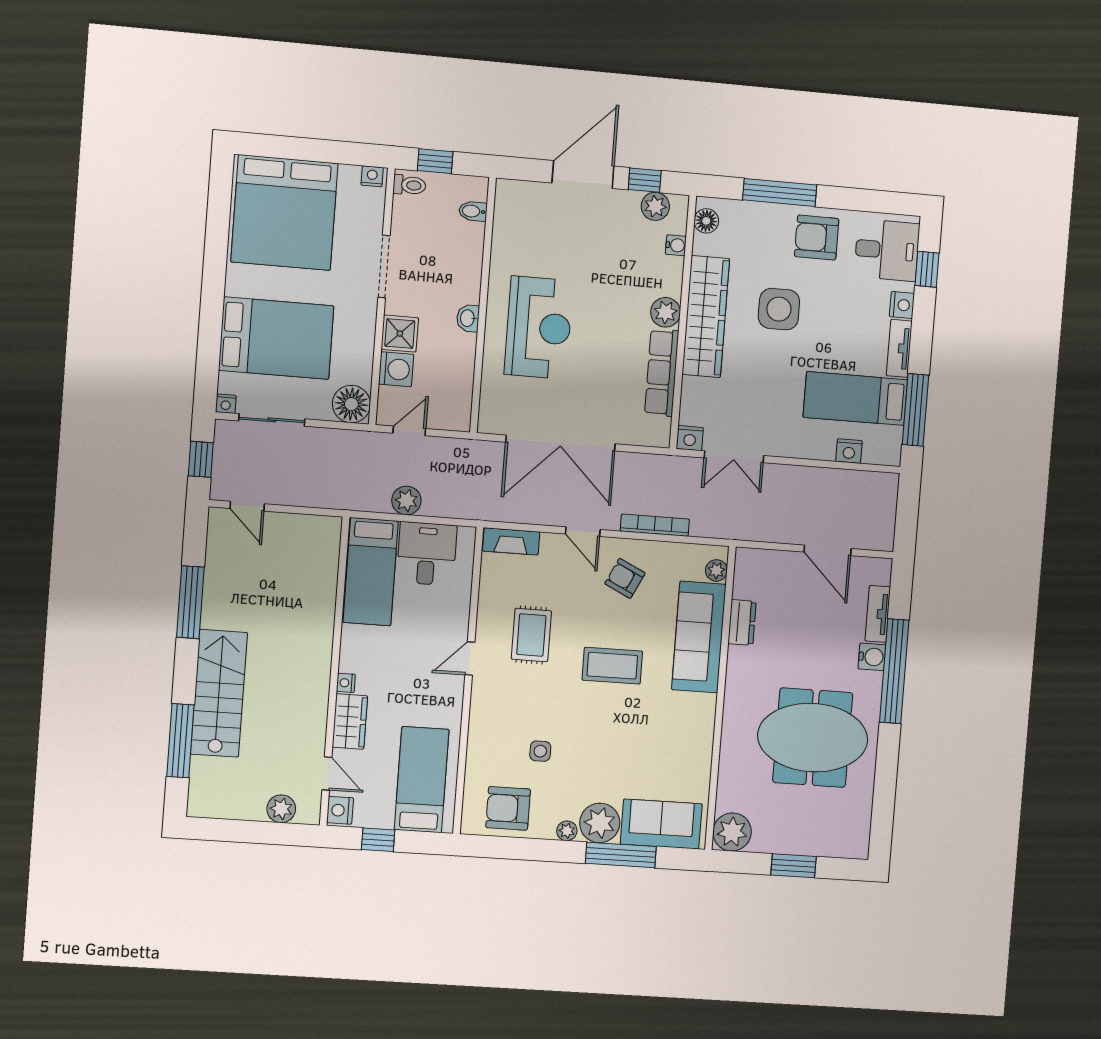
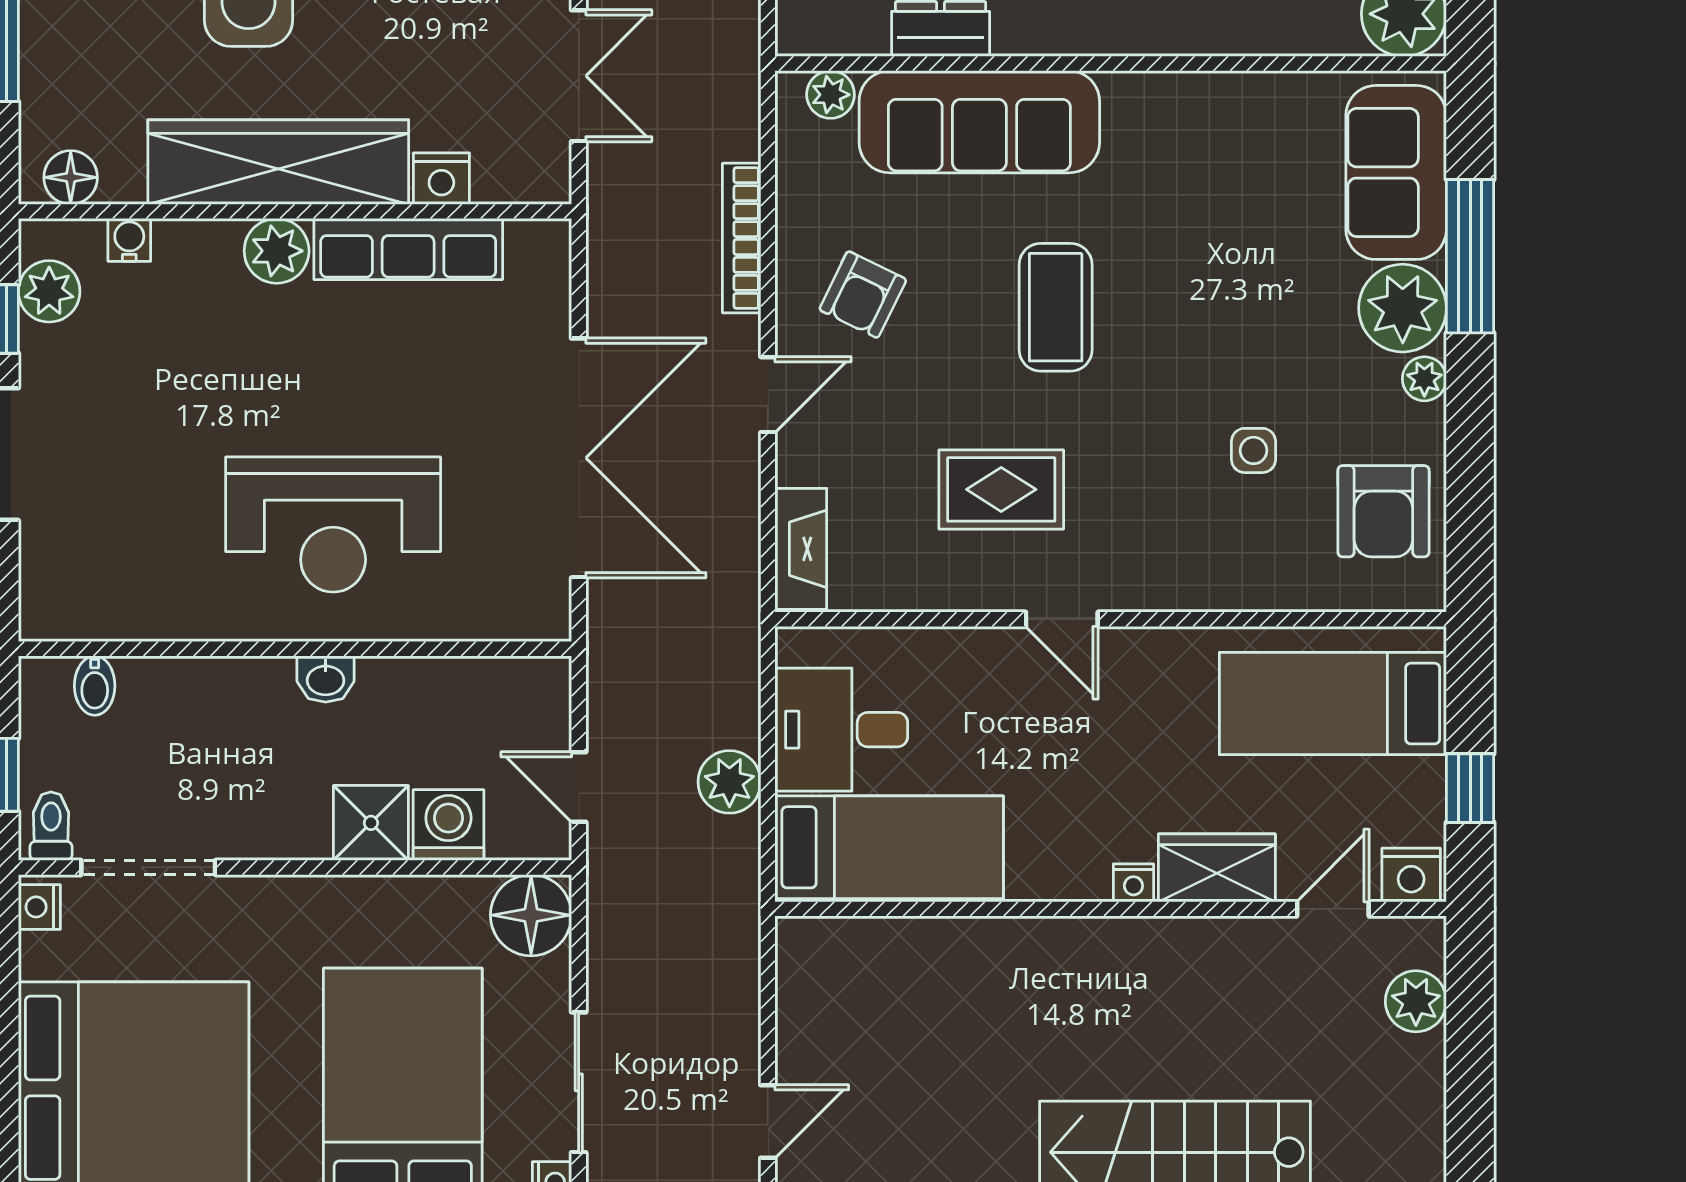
doorway: (384, 267) -> (148, 867), moved
reception desk: (539, 328) -> (333, 525), turned 180
nightstand: (690, 438) -> (441, 179), moved, turned 90

